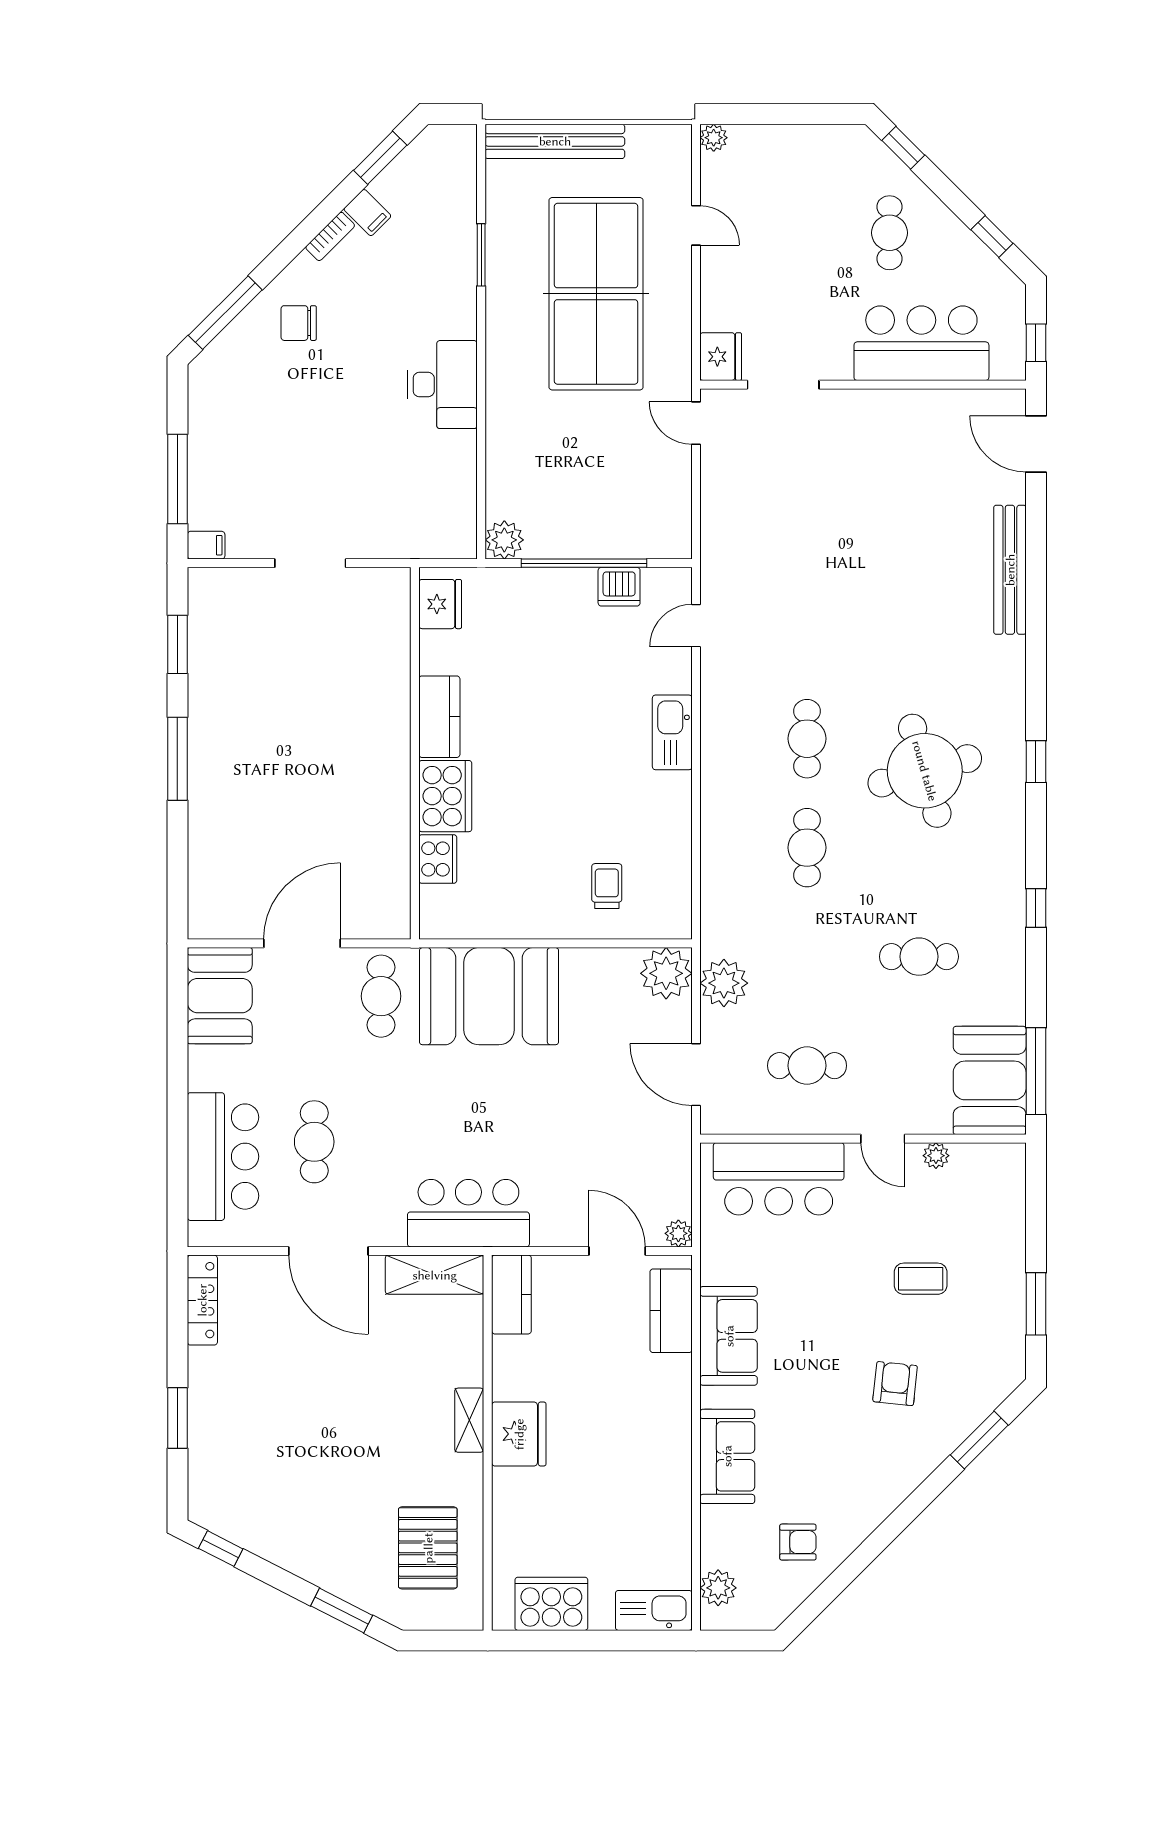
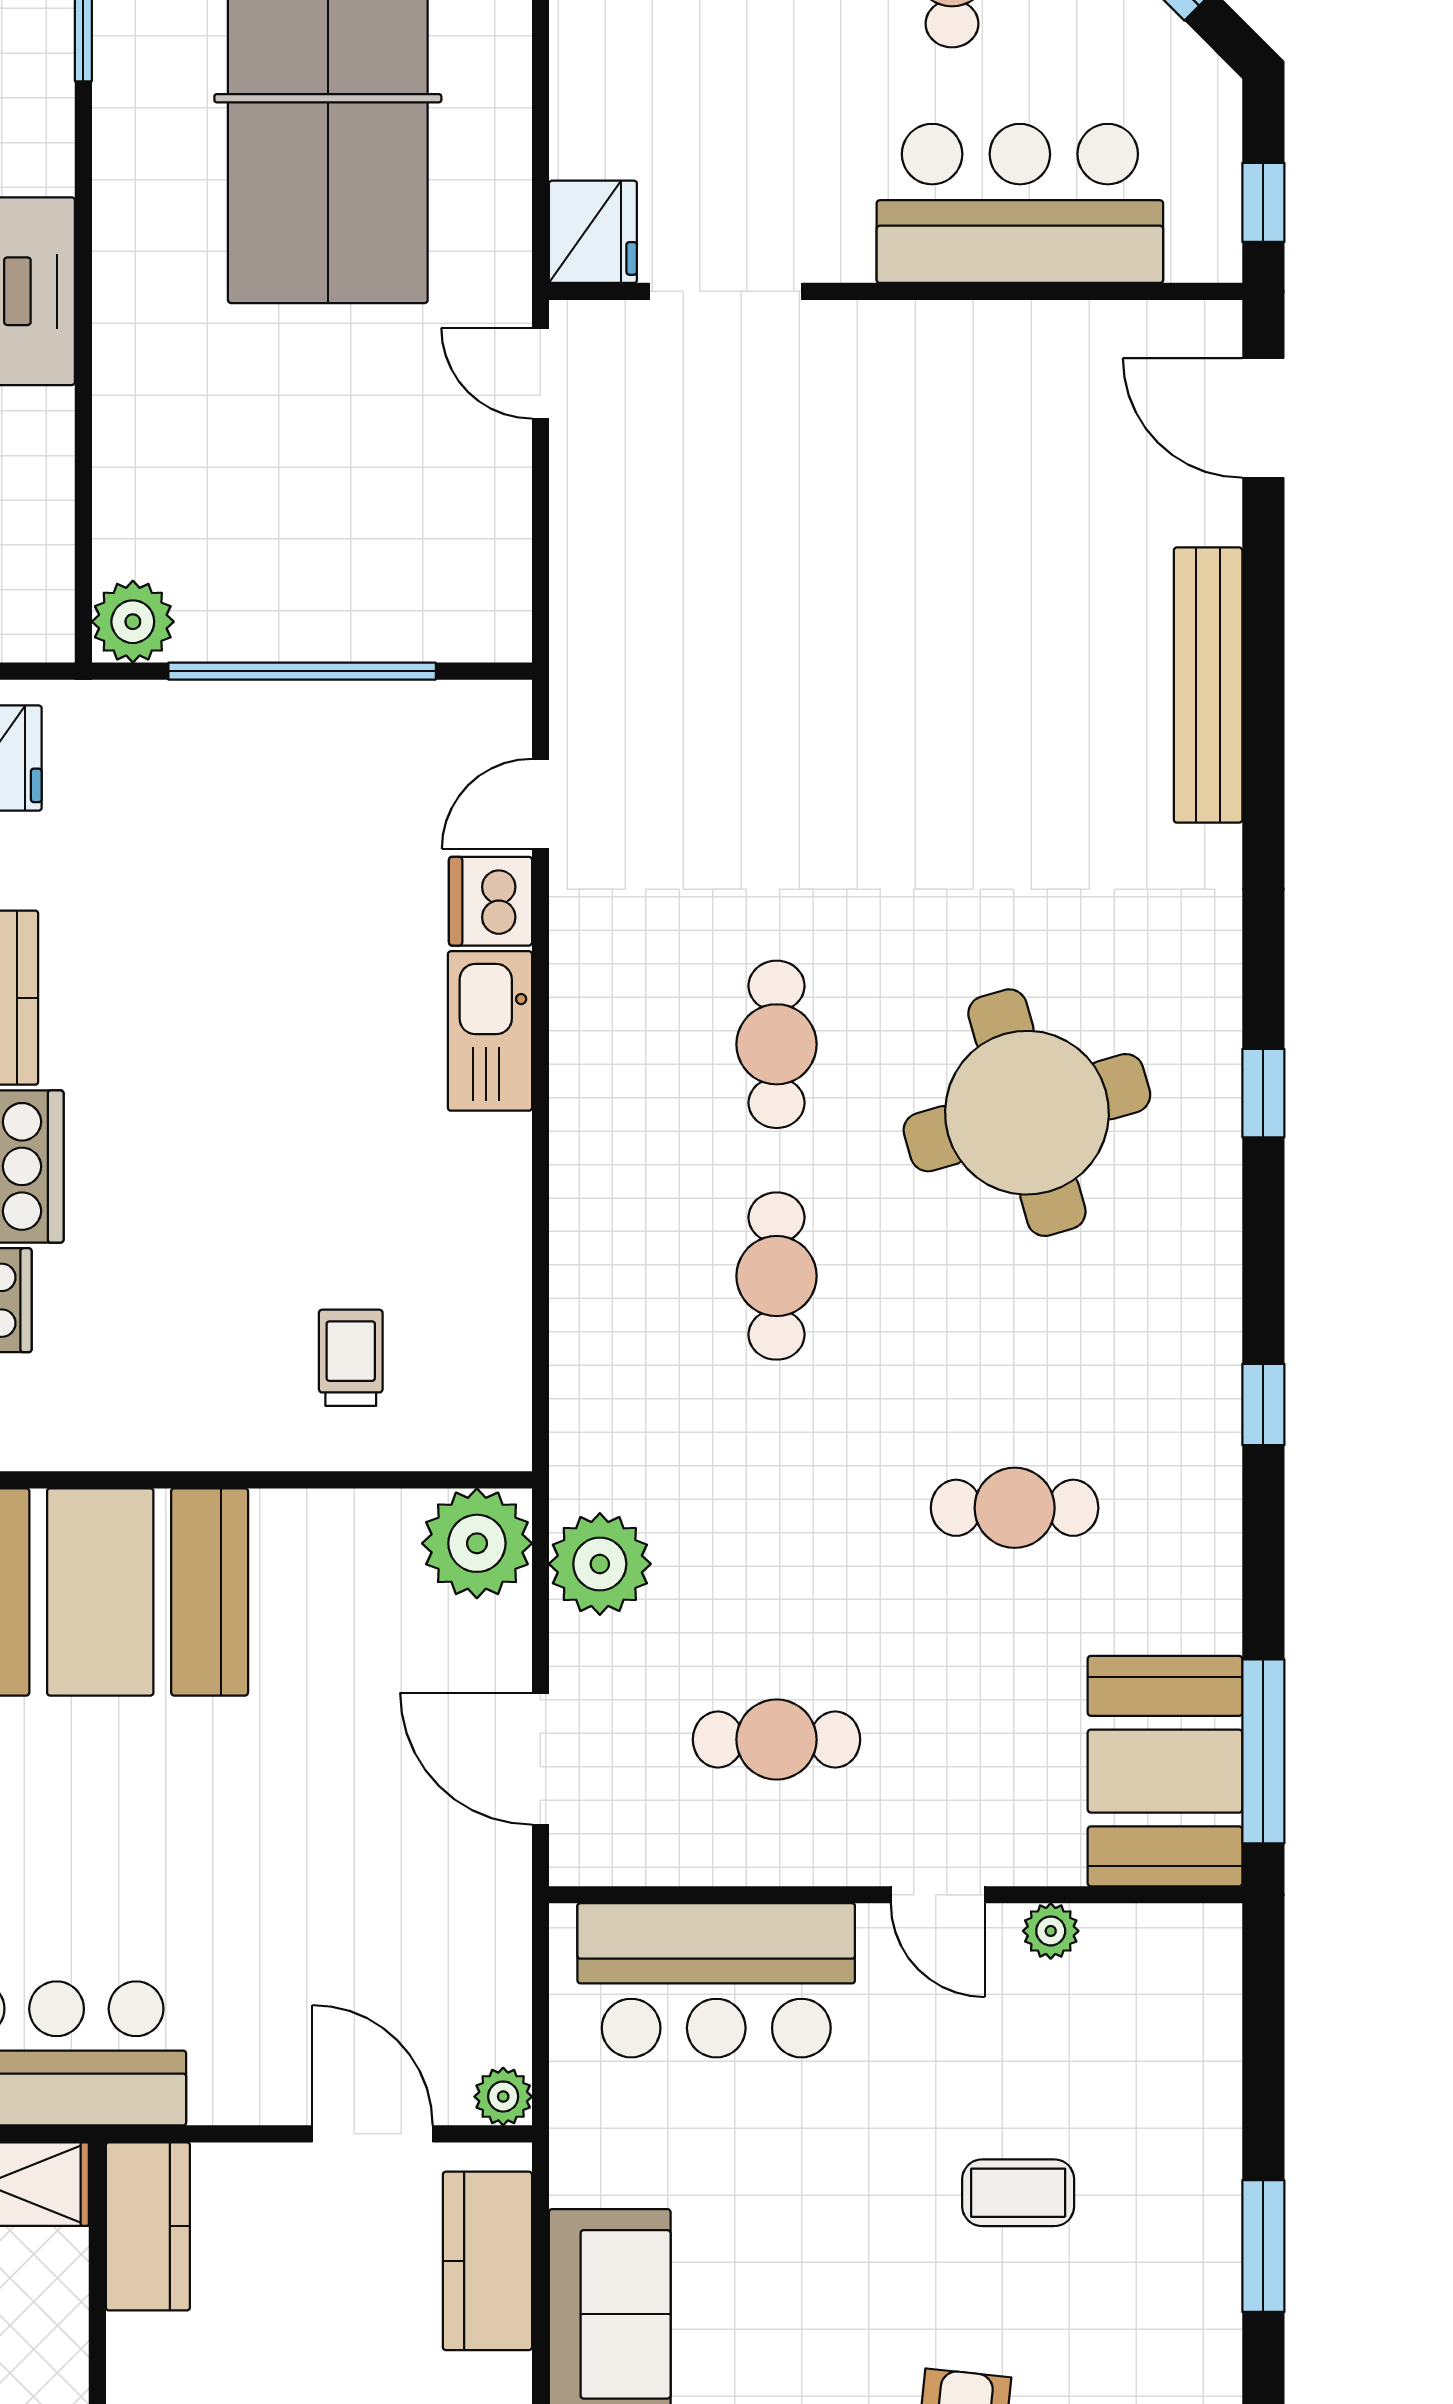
dishwasher: (619, 587) -> (490, 901), moved, turned 90

